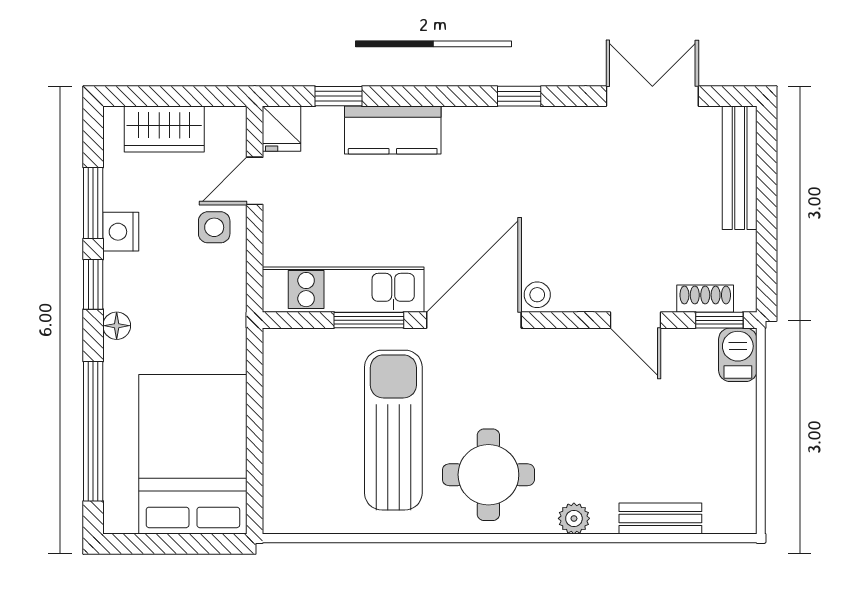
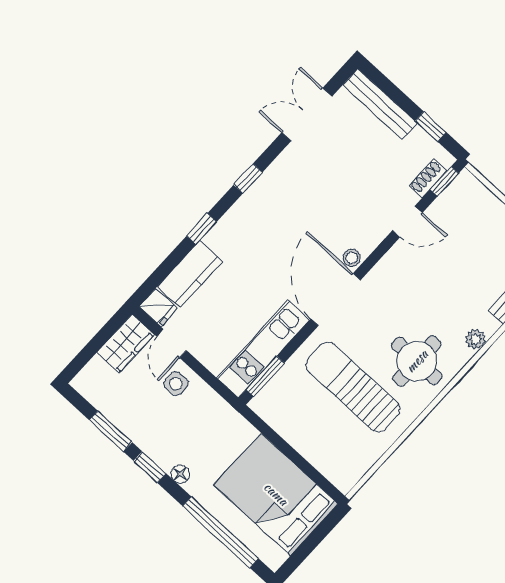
window: (338, 96) -> (202, 229), moved
wardrobe: (164, 129) -> (125, 344), moved
kitchen counter: (393, 130) -> (190, 274), moved
nightstand: (121, 232) -> (137, 431), removed
window: (767, 248) -> (431, 127), added
window: (369, 320) -> (265, 376), moved
barbecue: (738, 355) -> (469, 188), removed

